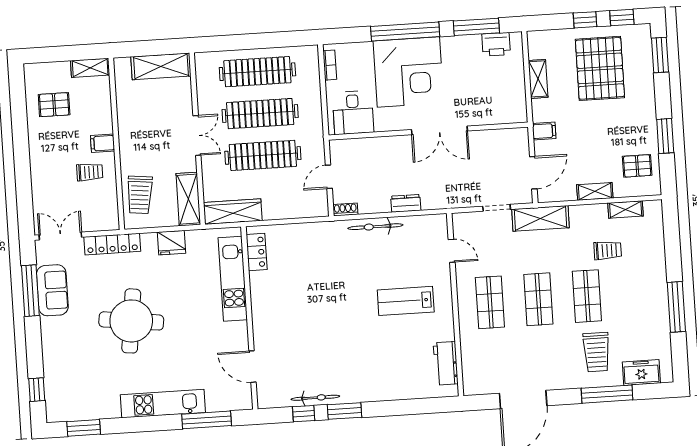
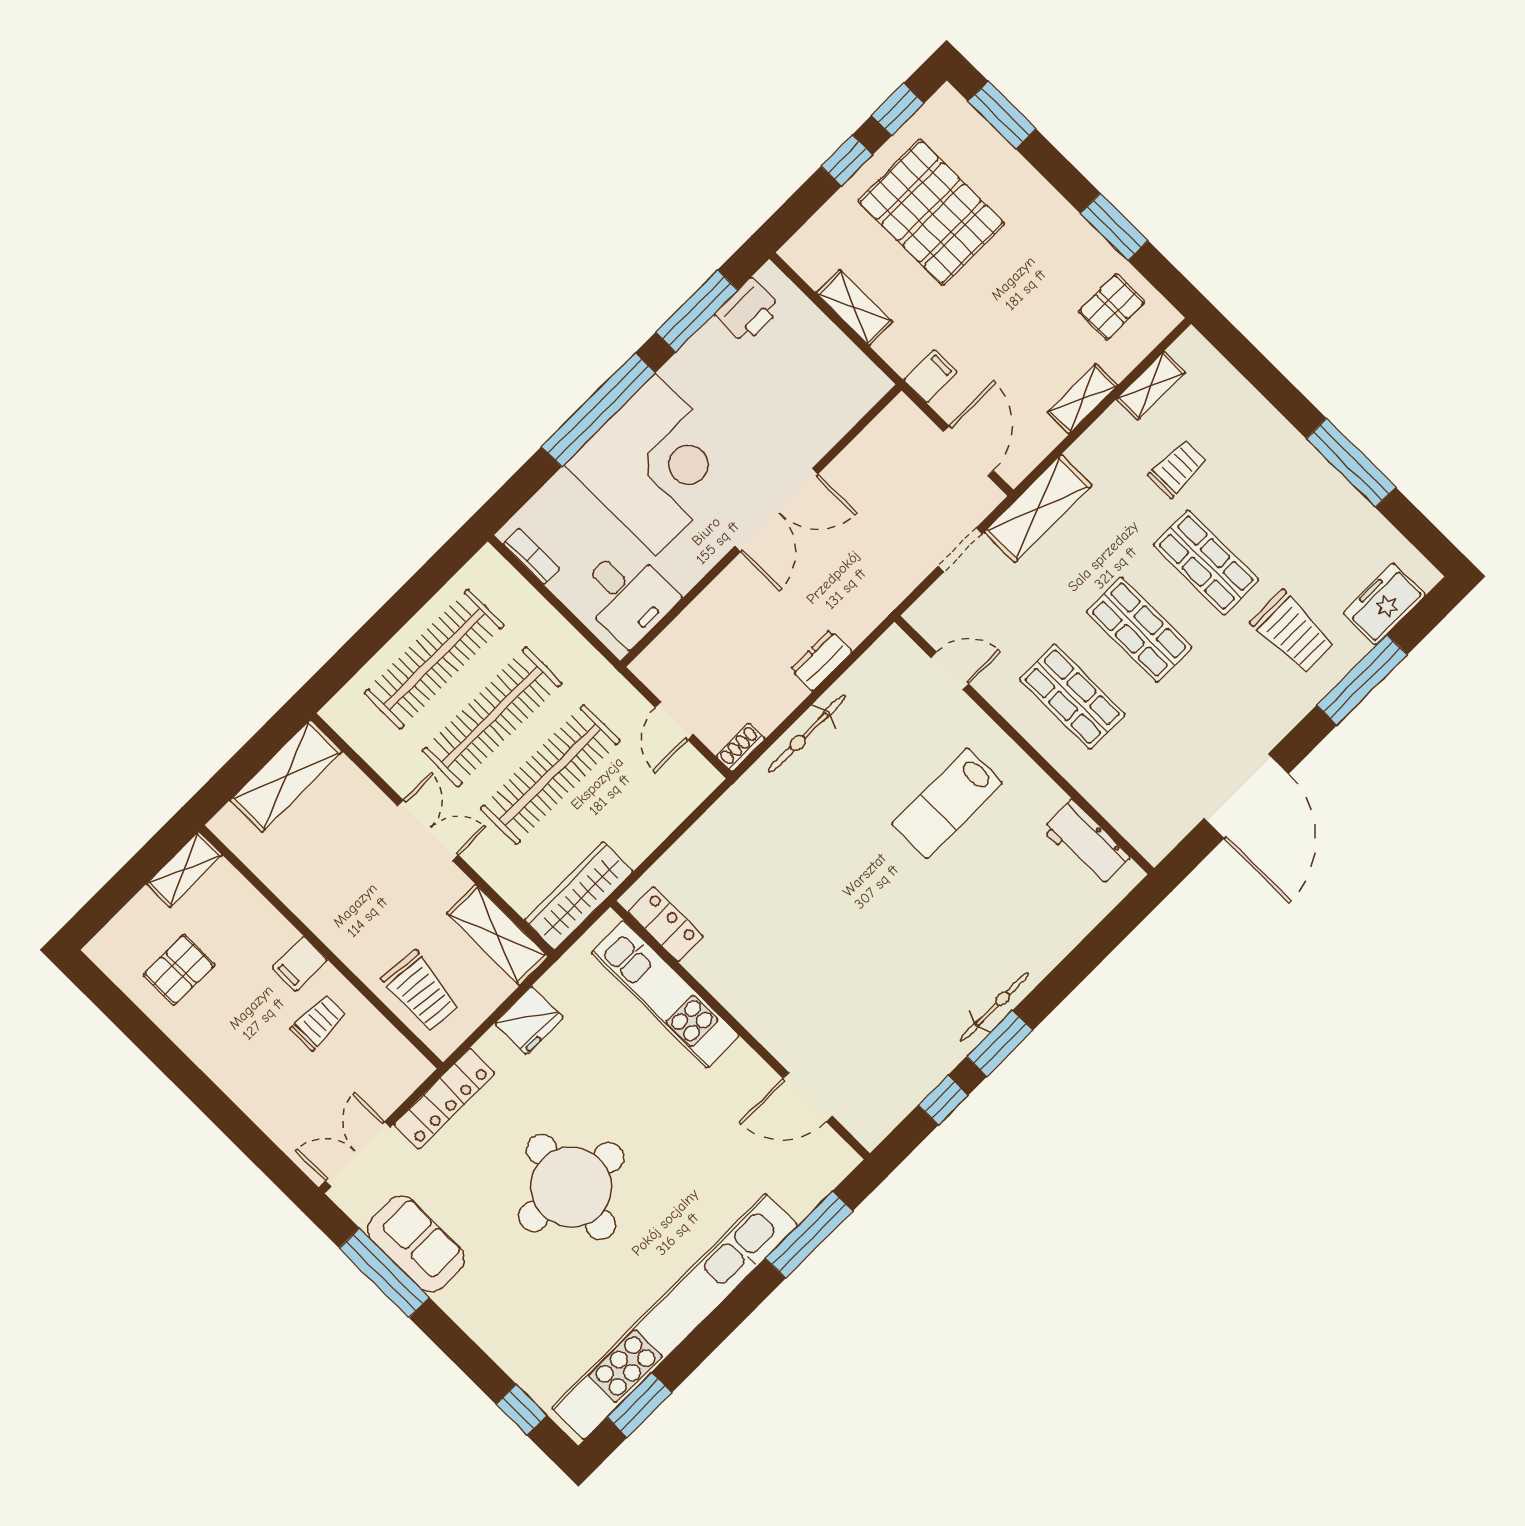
bicycle: (315, 398) -> (994, 1007), moved
kitchen unit: (163, 404) -> (675, 1317), width x1.86

